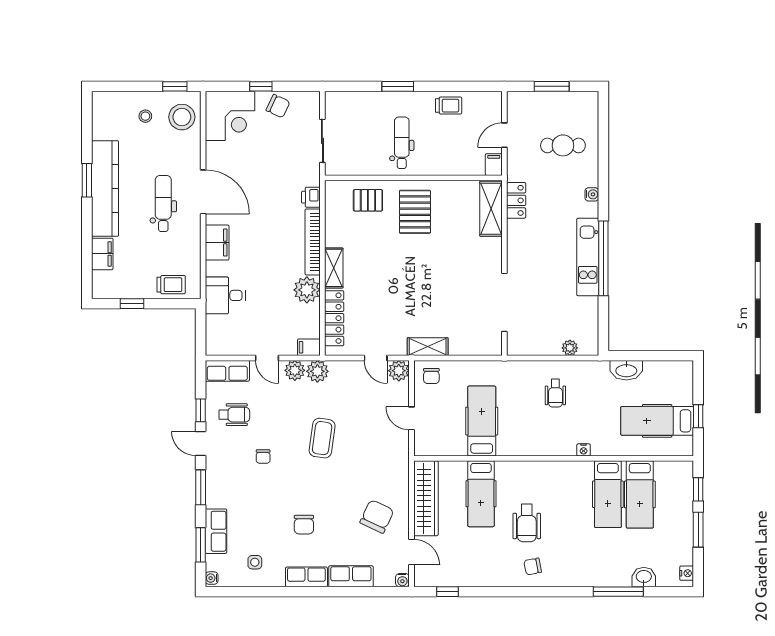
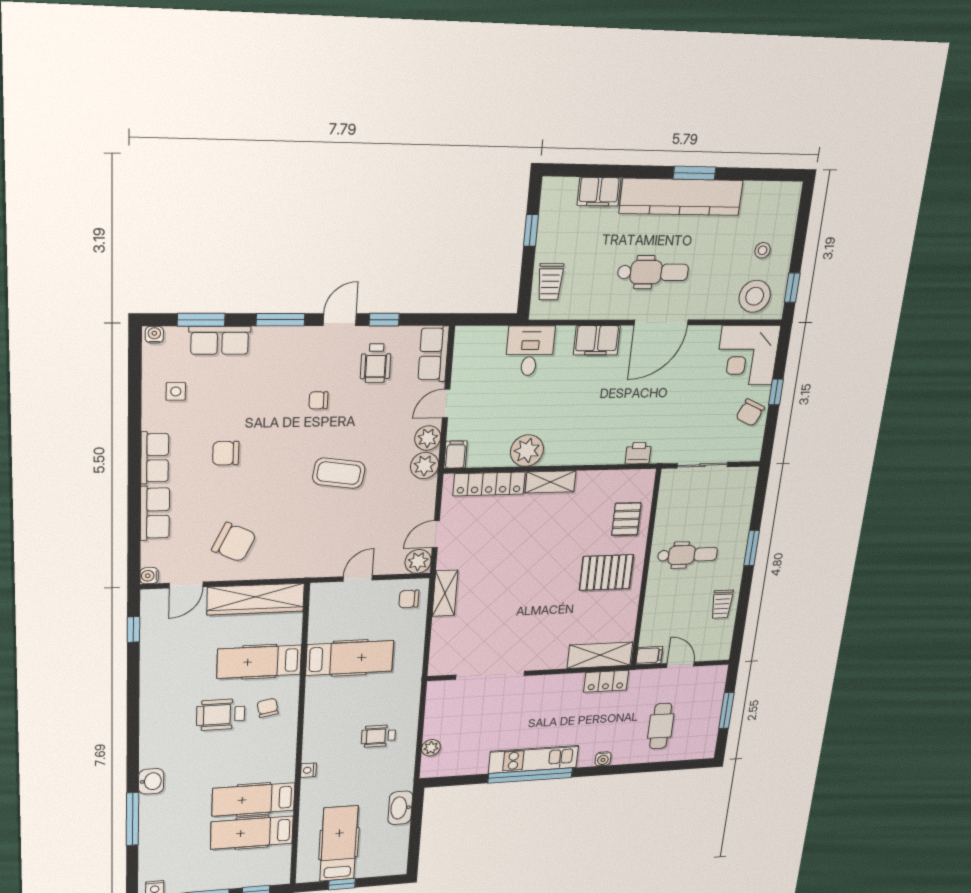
bookcase: (313, 242) -> (585, 456), removed
chair: (533, 566) -> (268, 708), moved
washbasin: (644, 577) -> (151, 781), moved

